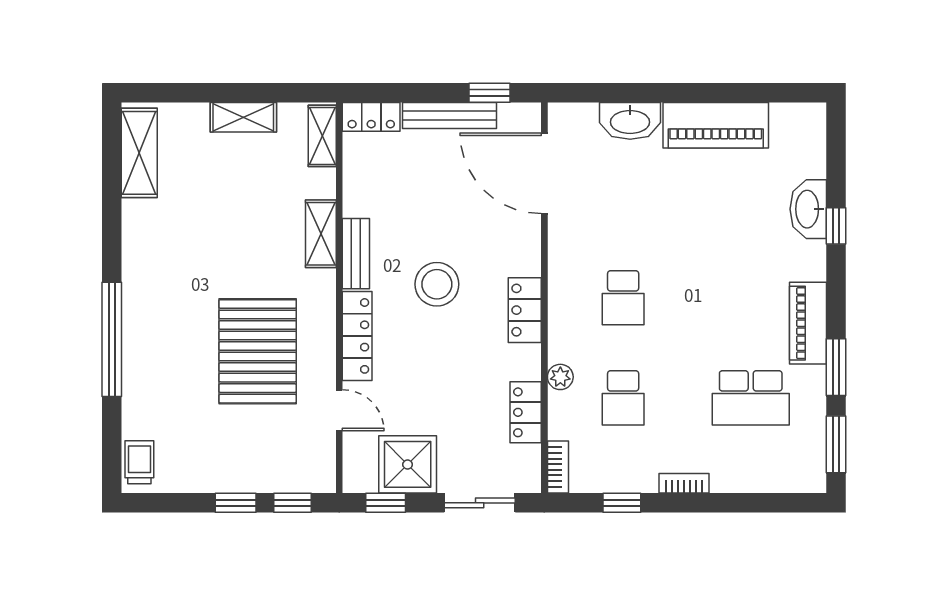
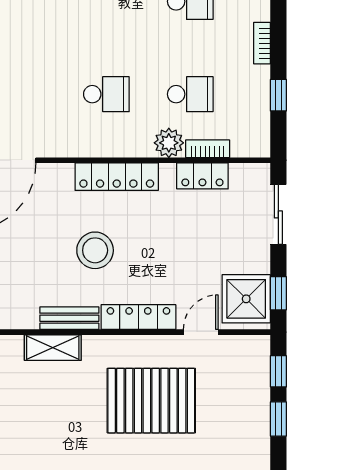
locker: (525, 310) -> (117, 177), width x1.53
plant: (560, 377) -> (169, 143), width x1.38, depth x1.38
shower: (408, 464) -> (246, 299), moved
bookcase: (558, 467) -> (208, 149), moved

